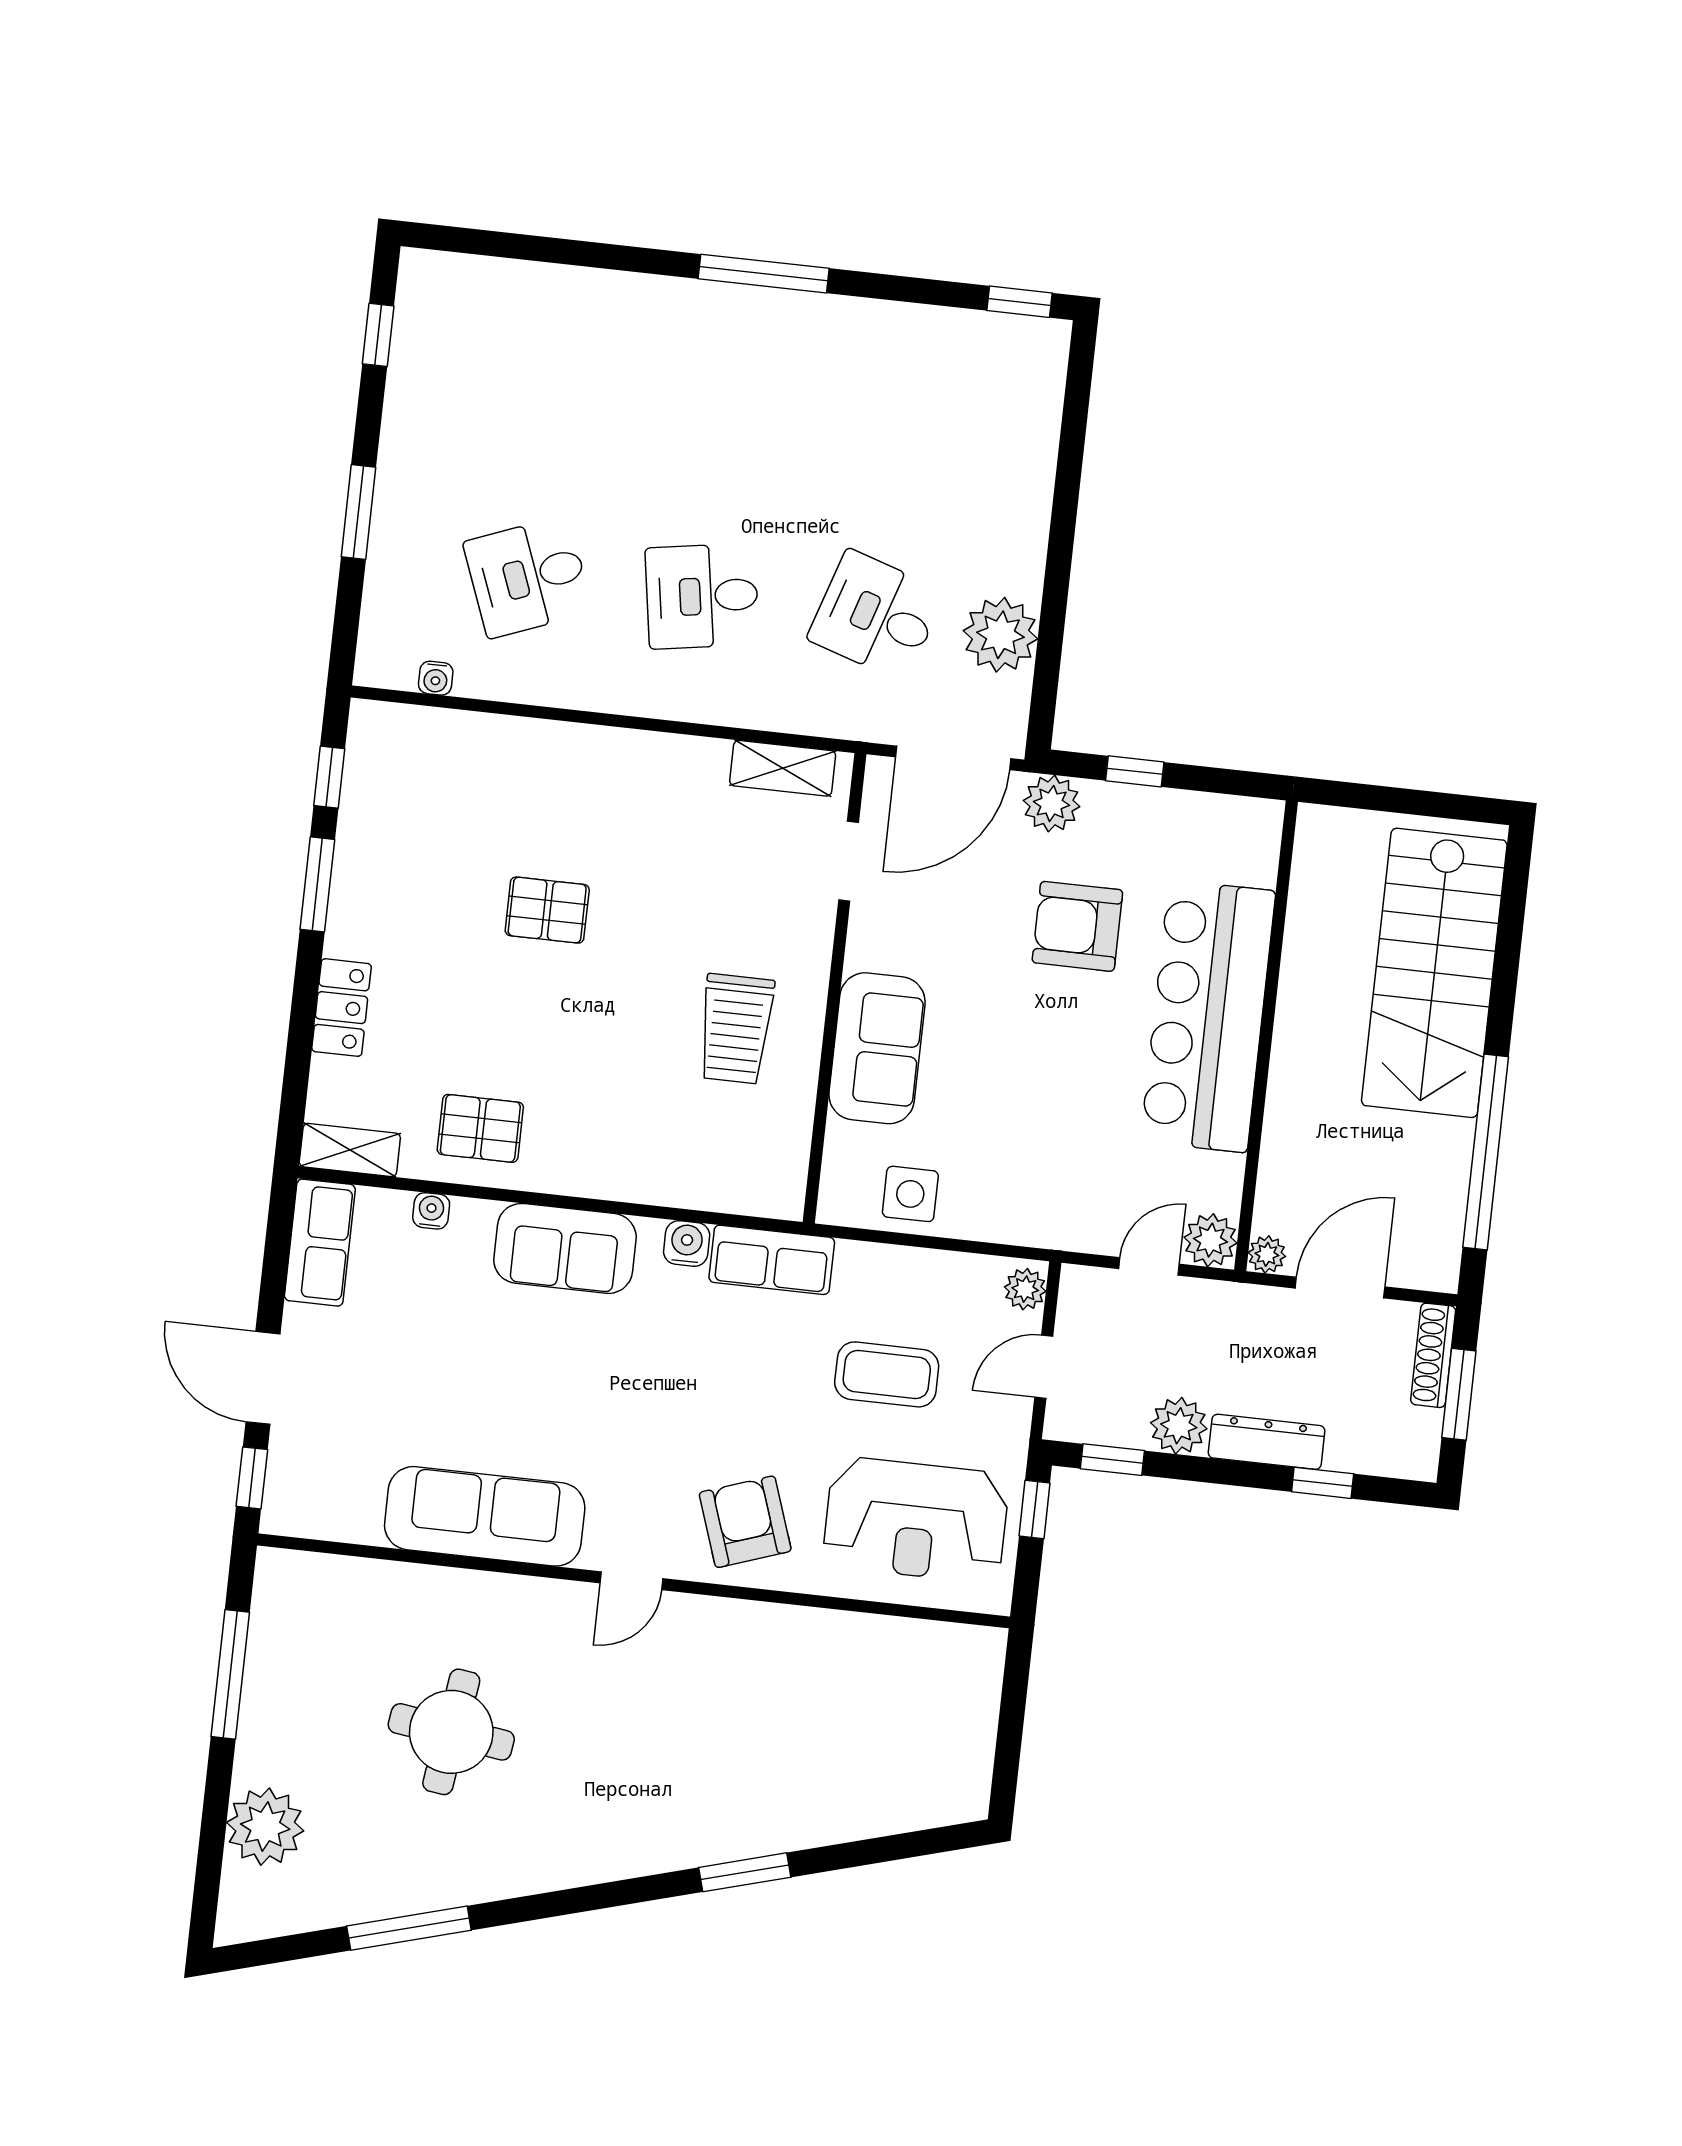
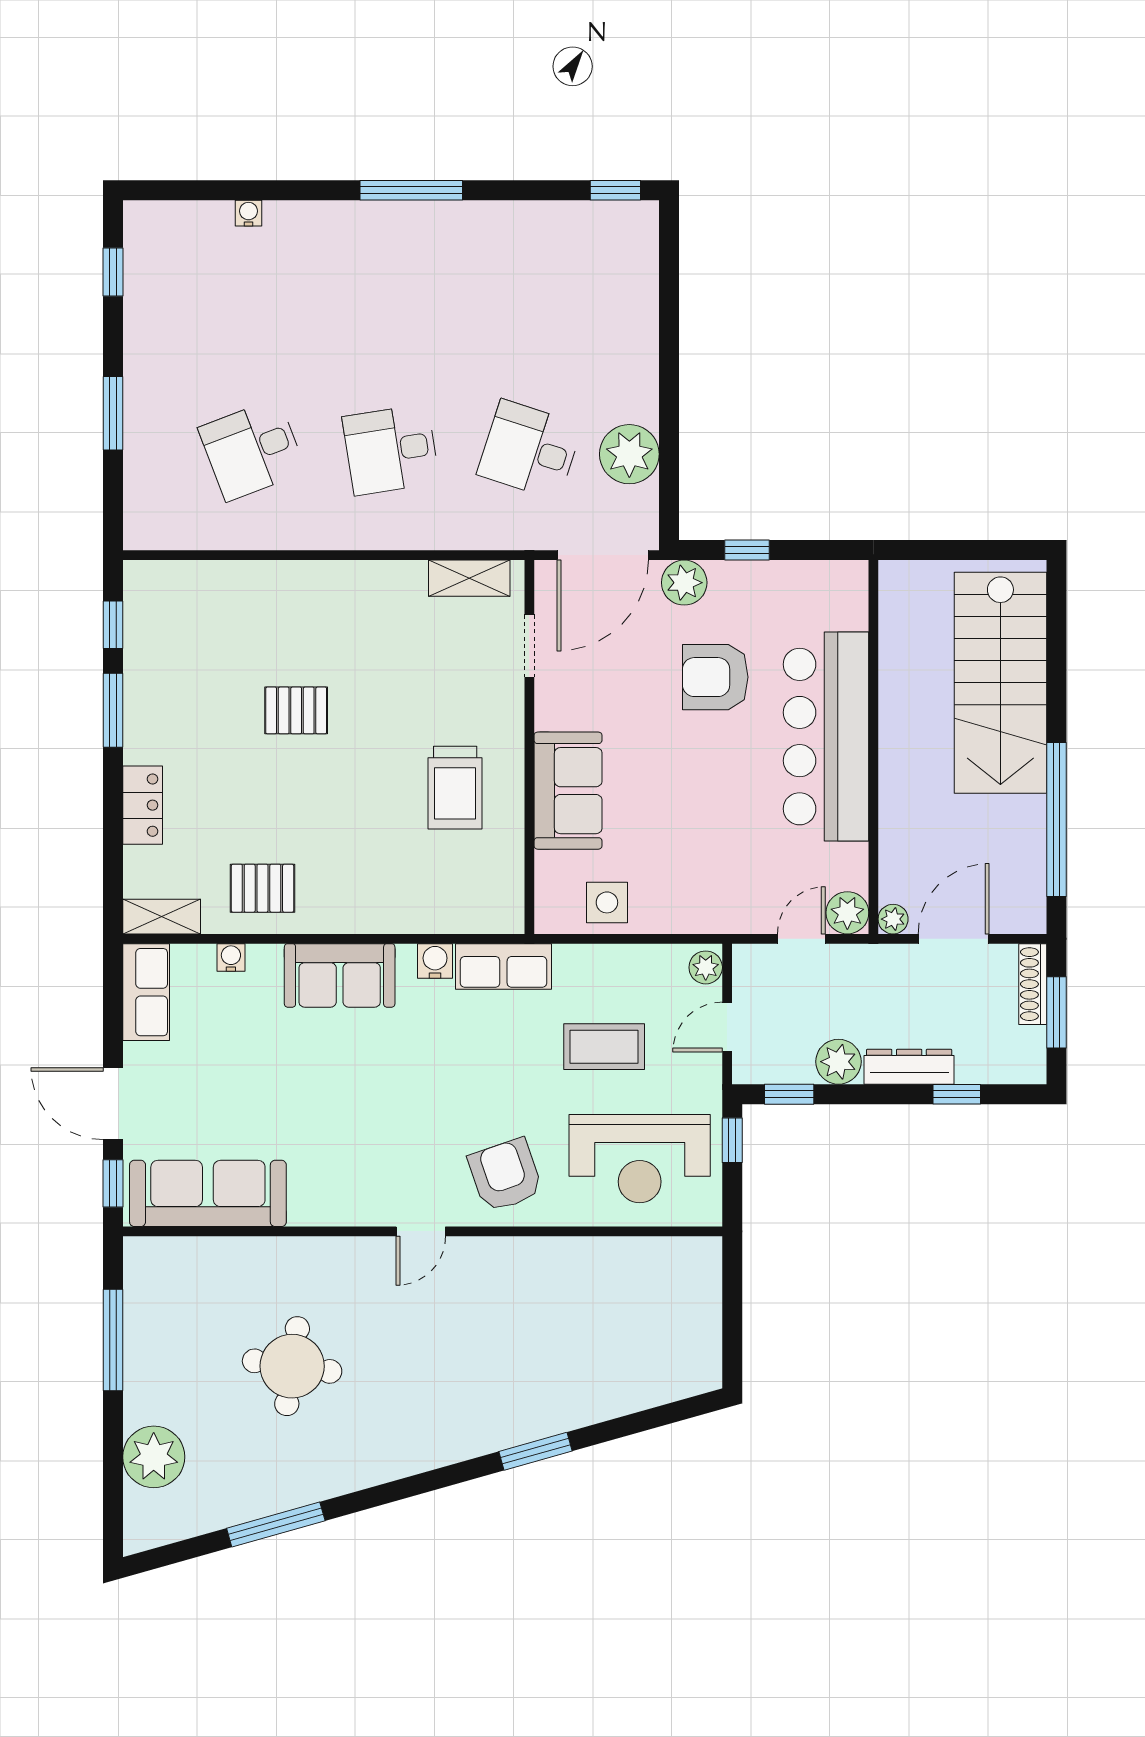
water cooler: (436, 678) -> (249, 213), moved, turned 180
sofa: (485, 1516) -> (208, 1193), moved

